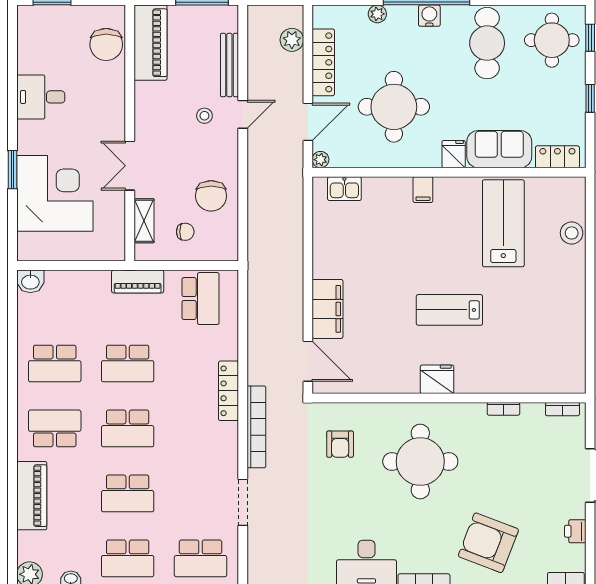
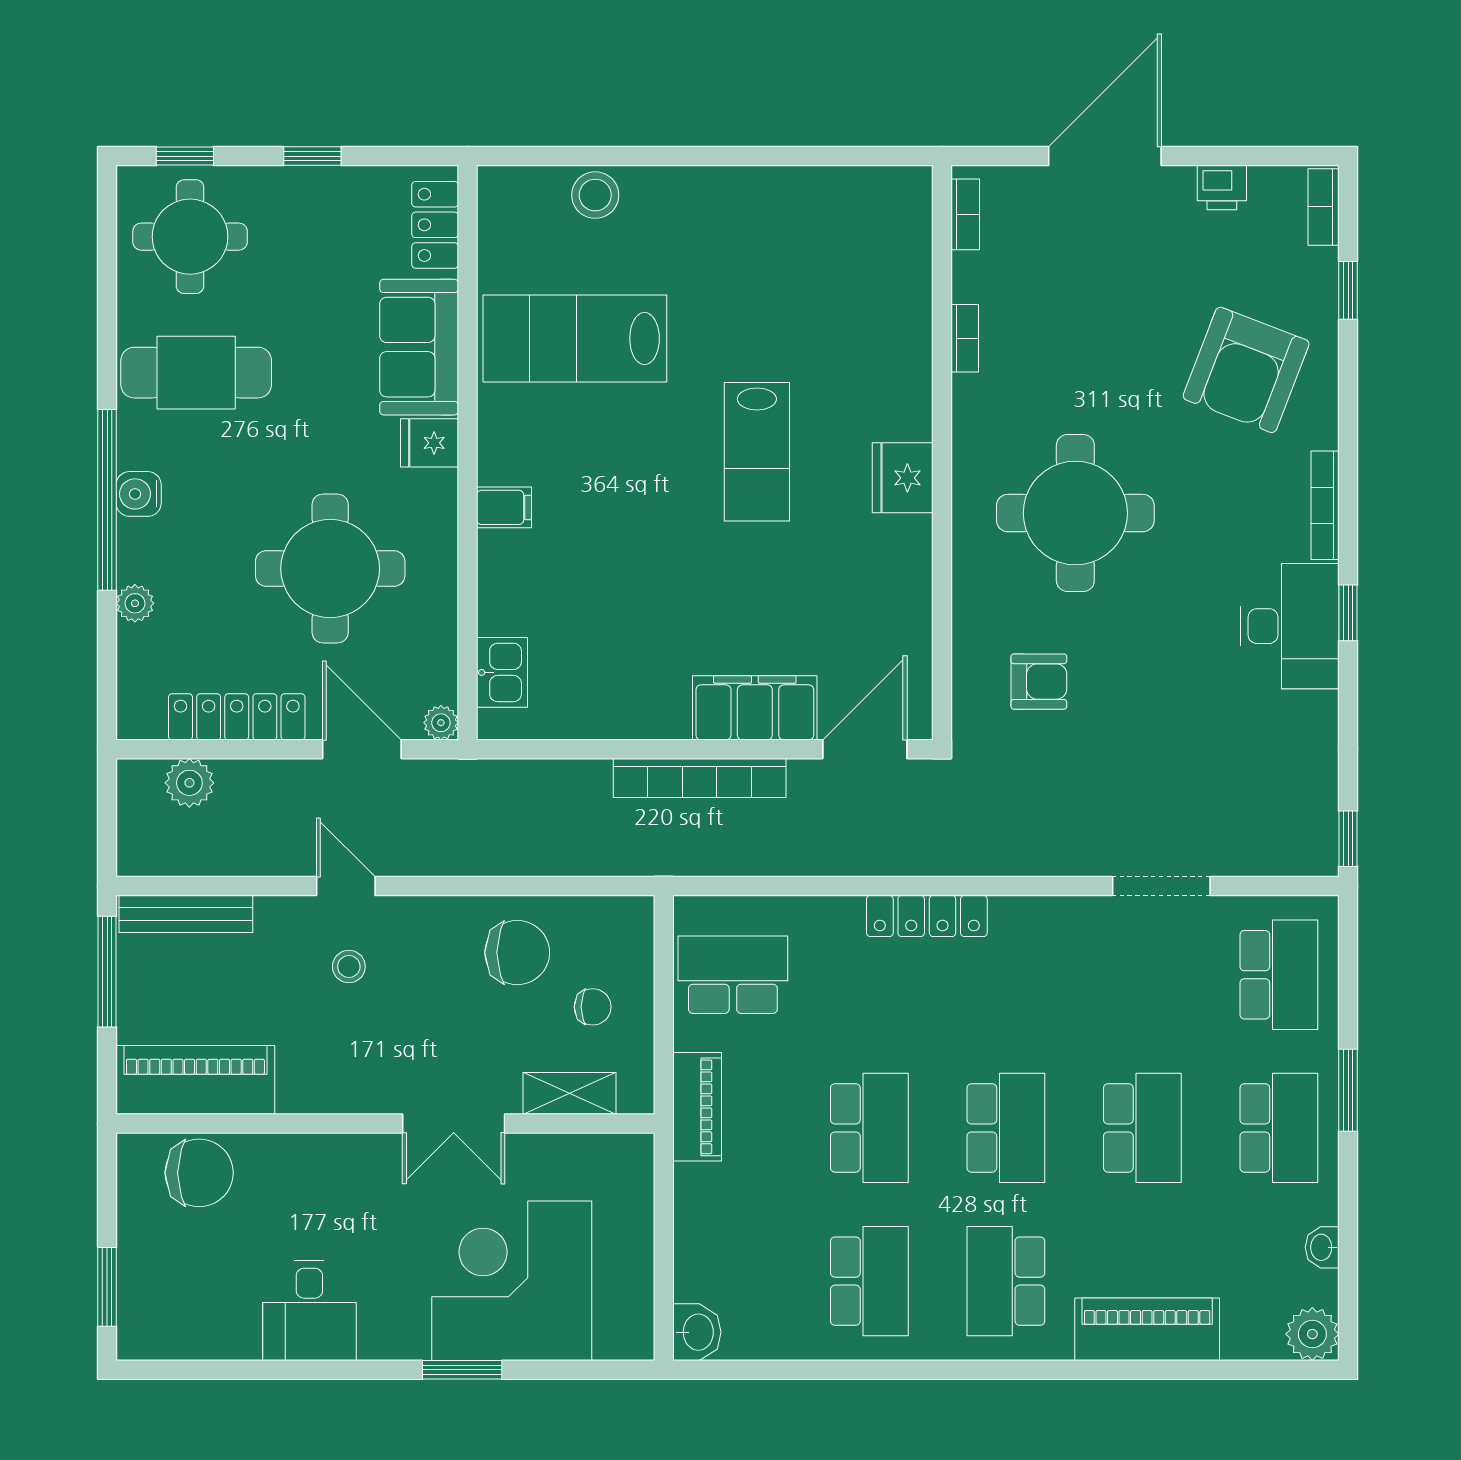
bench: (229, 65) -> (186, 914), moved
chair: (185, 232) -> (593, 1007), turned 90
bookcase: (256, 427) -> (700, 778), moved, turned 180

